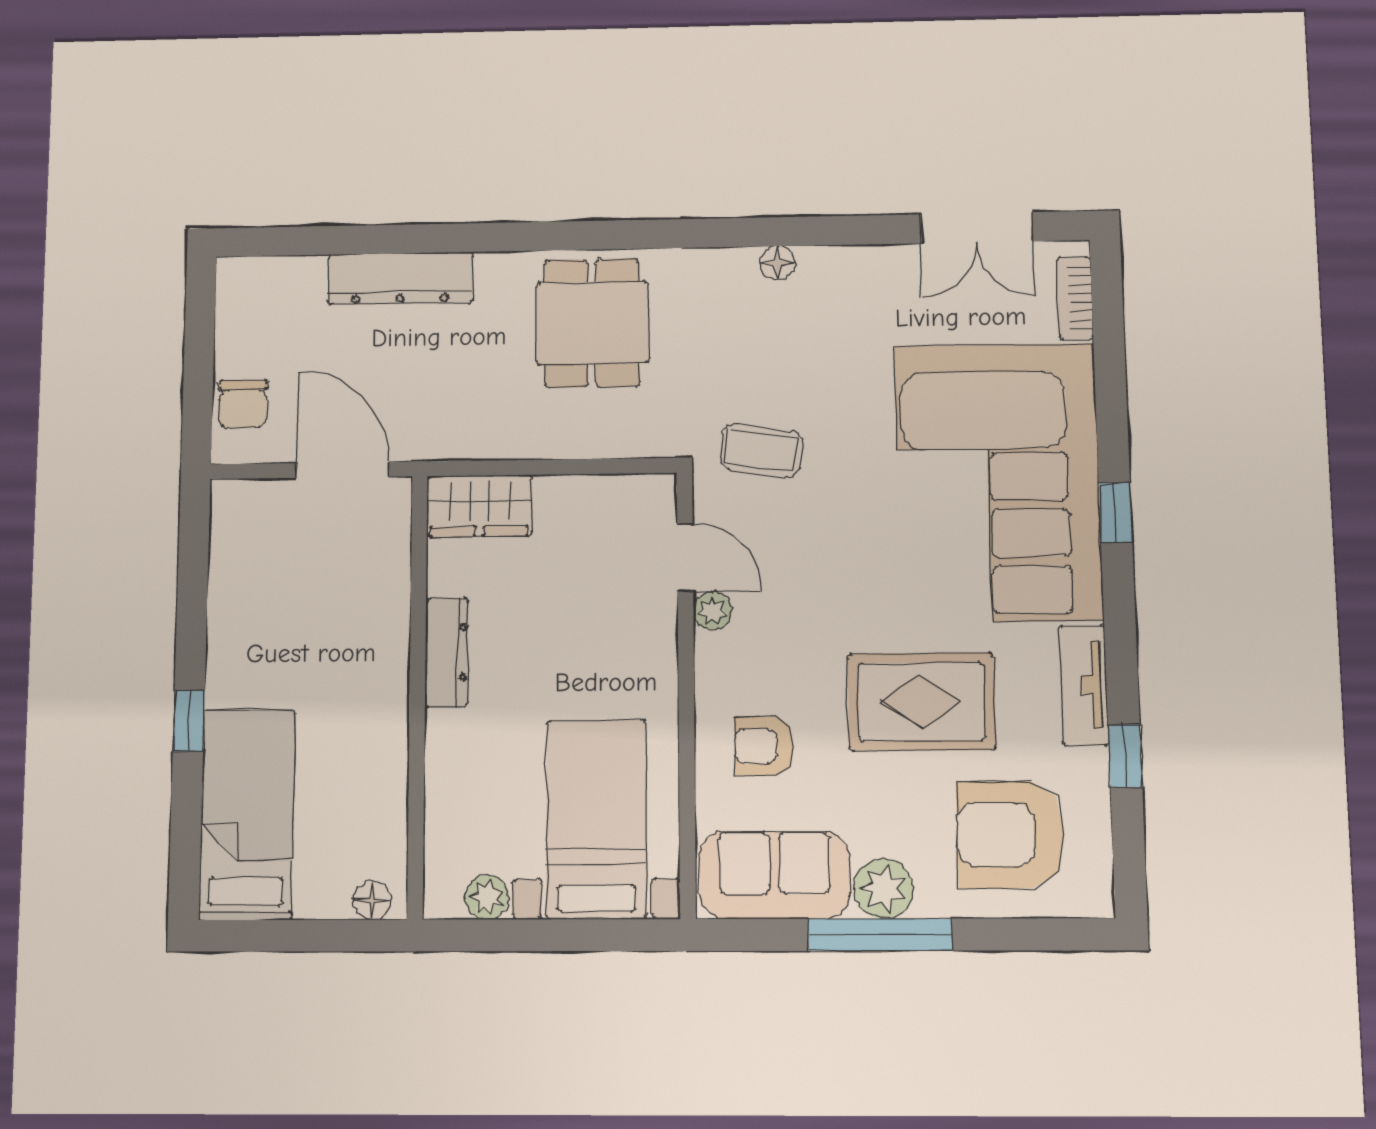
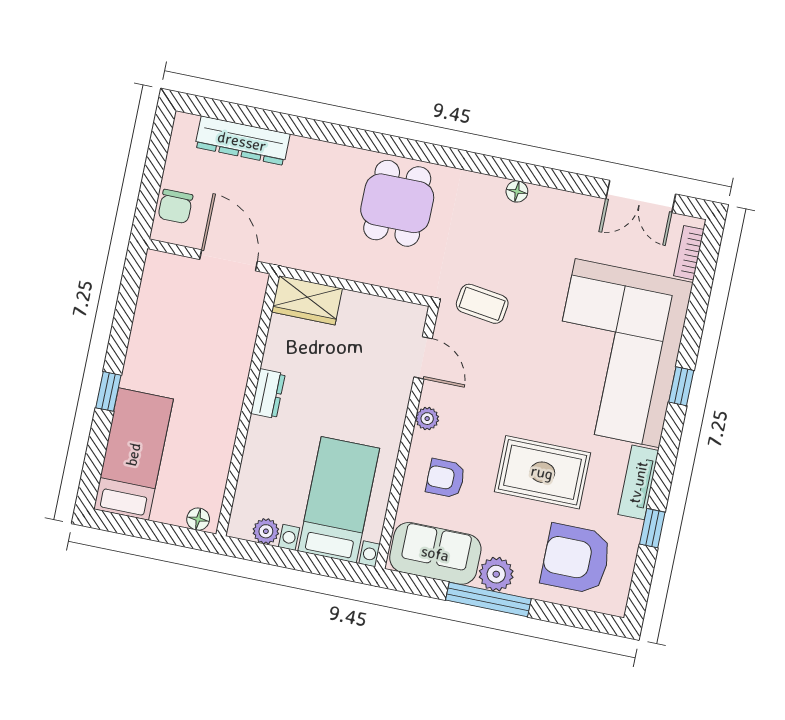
dresser: (400, 278) -> (242, 141), moved
plant: (712, 611) -> (427, 419), moved
dresser: (447, 652) -> (268, 394), width x0.70

